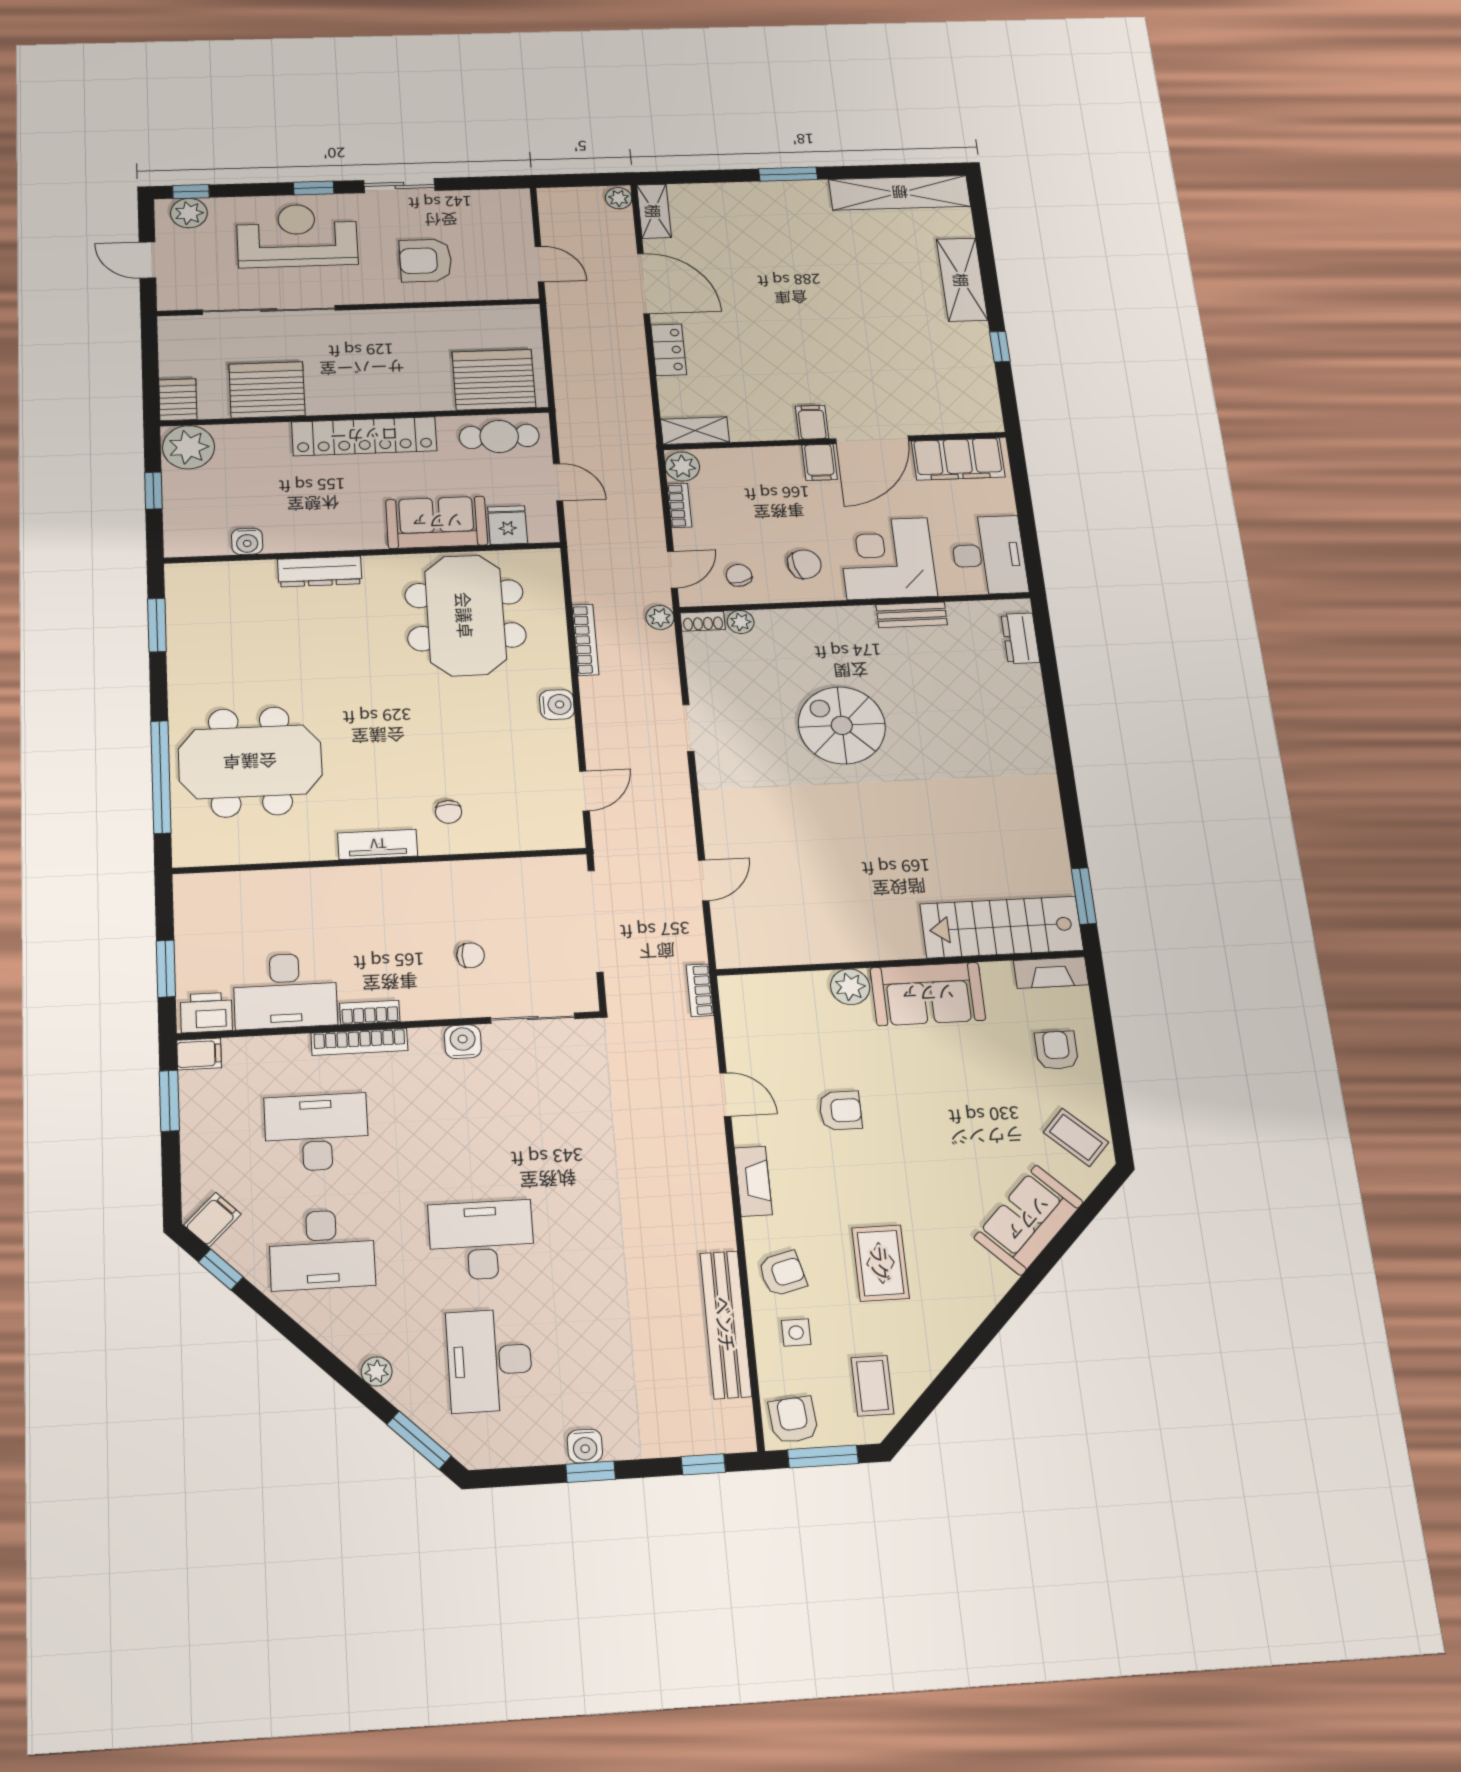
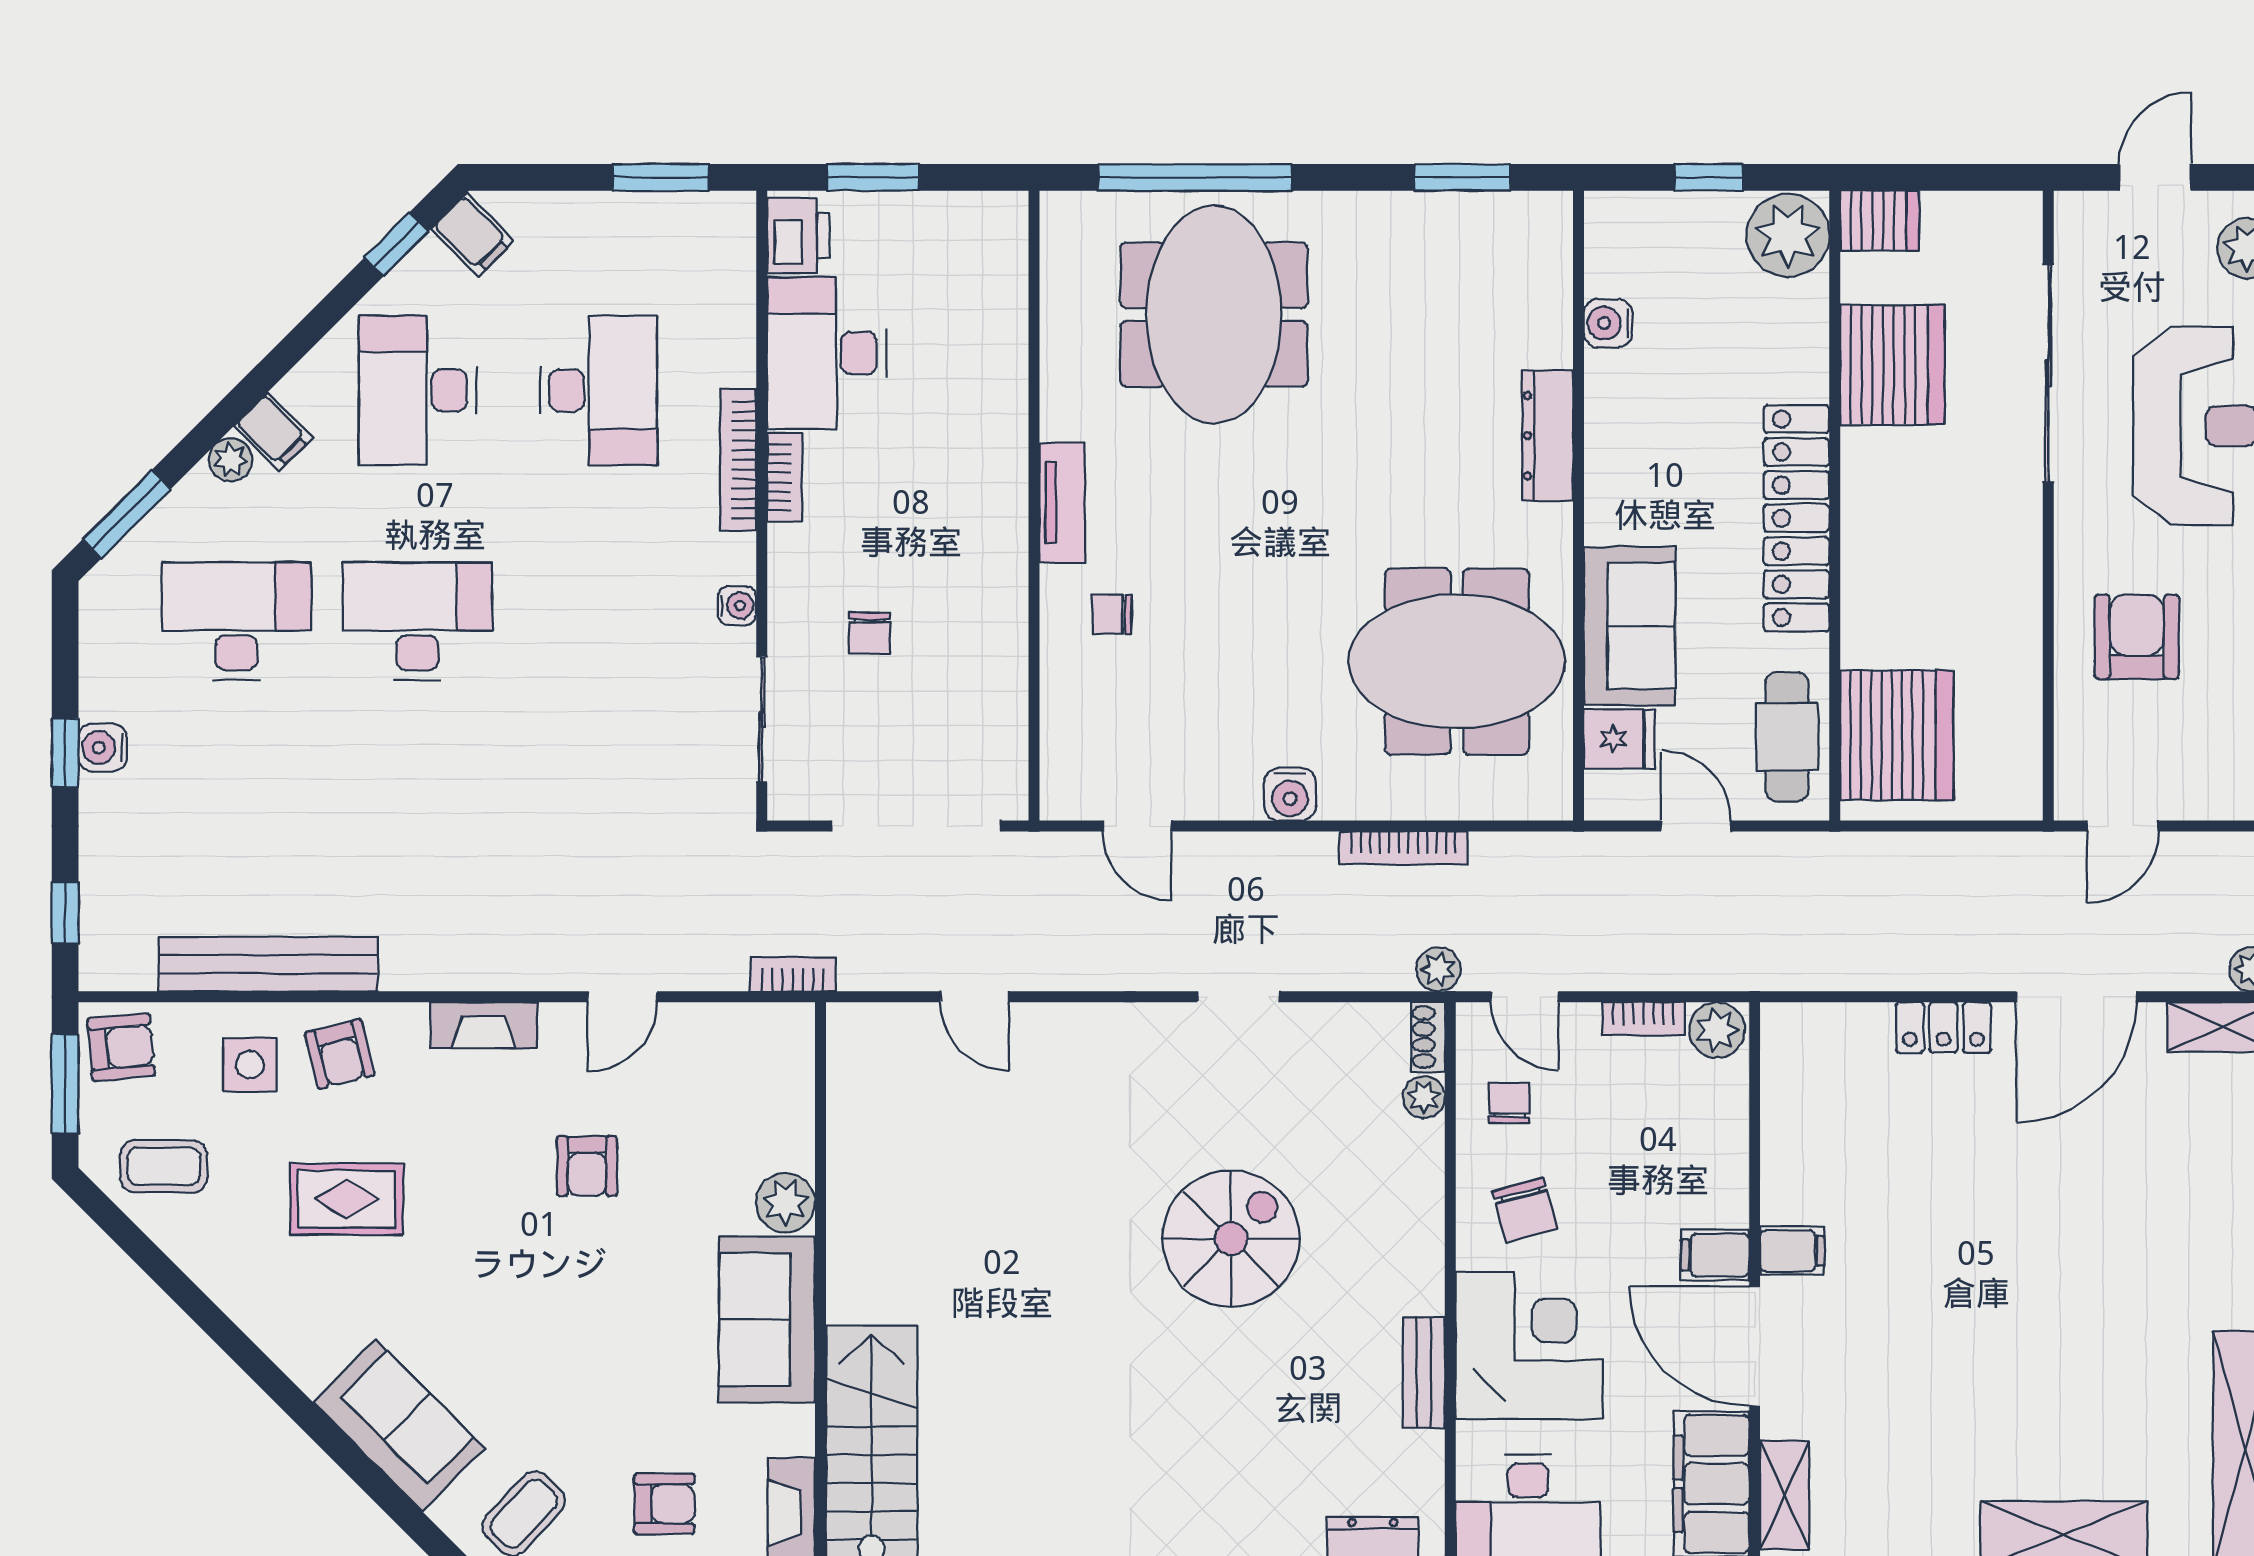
shelving: (695, 431) -> (1784, 1495), moved
door: (558, 482) -> (1696, 826), swing flipped
chair: (739, 575) -> (1509, 1103), turned -76
water cooler: (463, 1042) -> (737, 606), width x0.72, depth x0.72
filing cabinet: (199, 1054) -> (273, 432), moved, turned -45
desk: (482, 1240) -> (417, 621), turned -90
side table: (796, 1333) -> (250, 1065), width x1.37, depth x1.37

